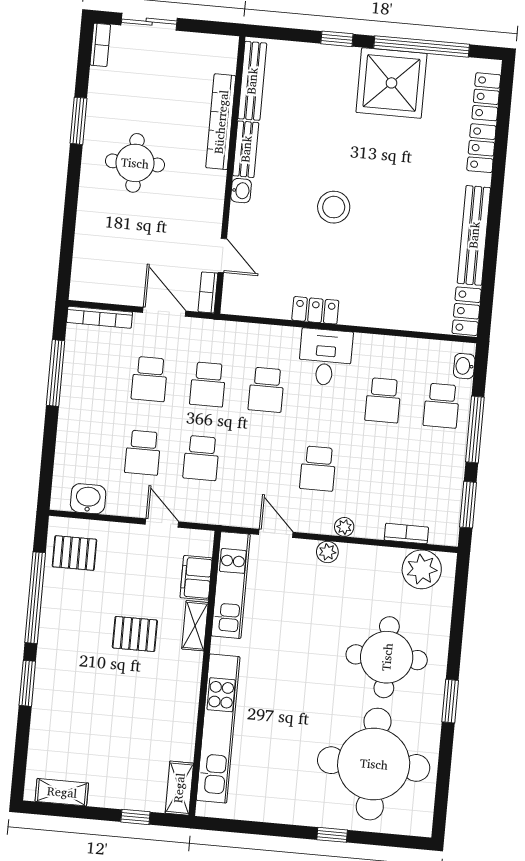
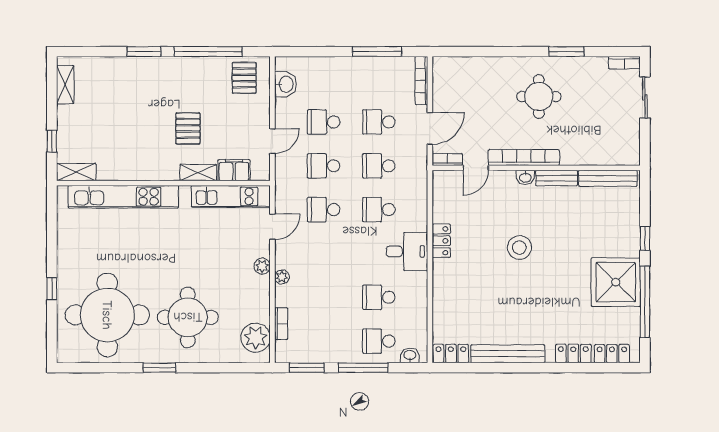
bookcase: (221, 122) -> (524, 158), moved
school desk: (318, 469) -> (324, 210), moved

